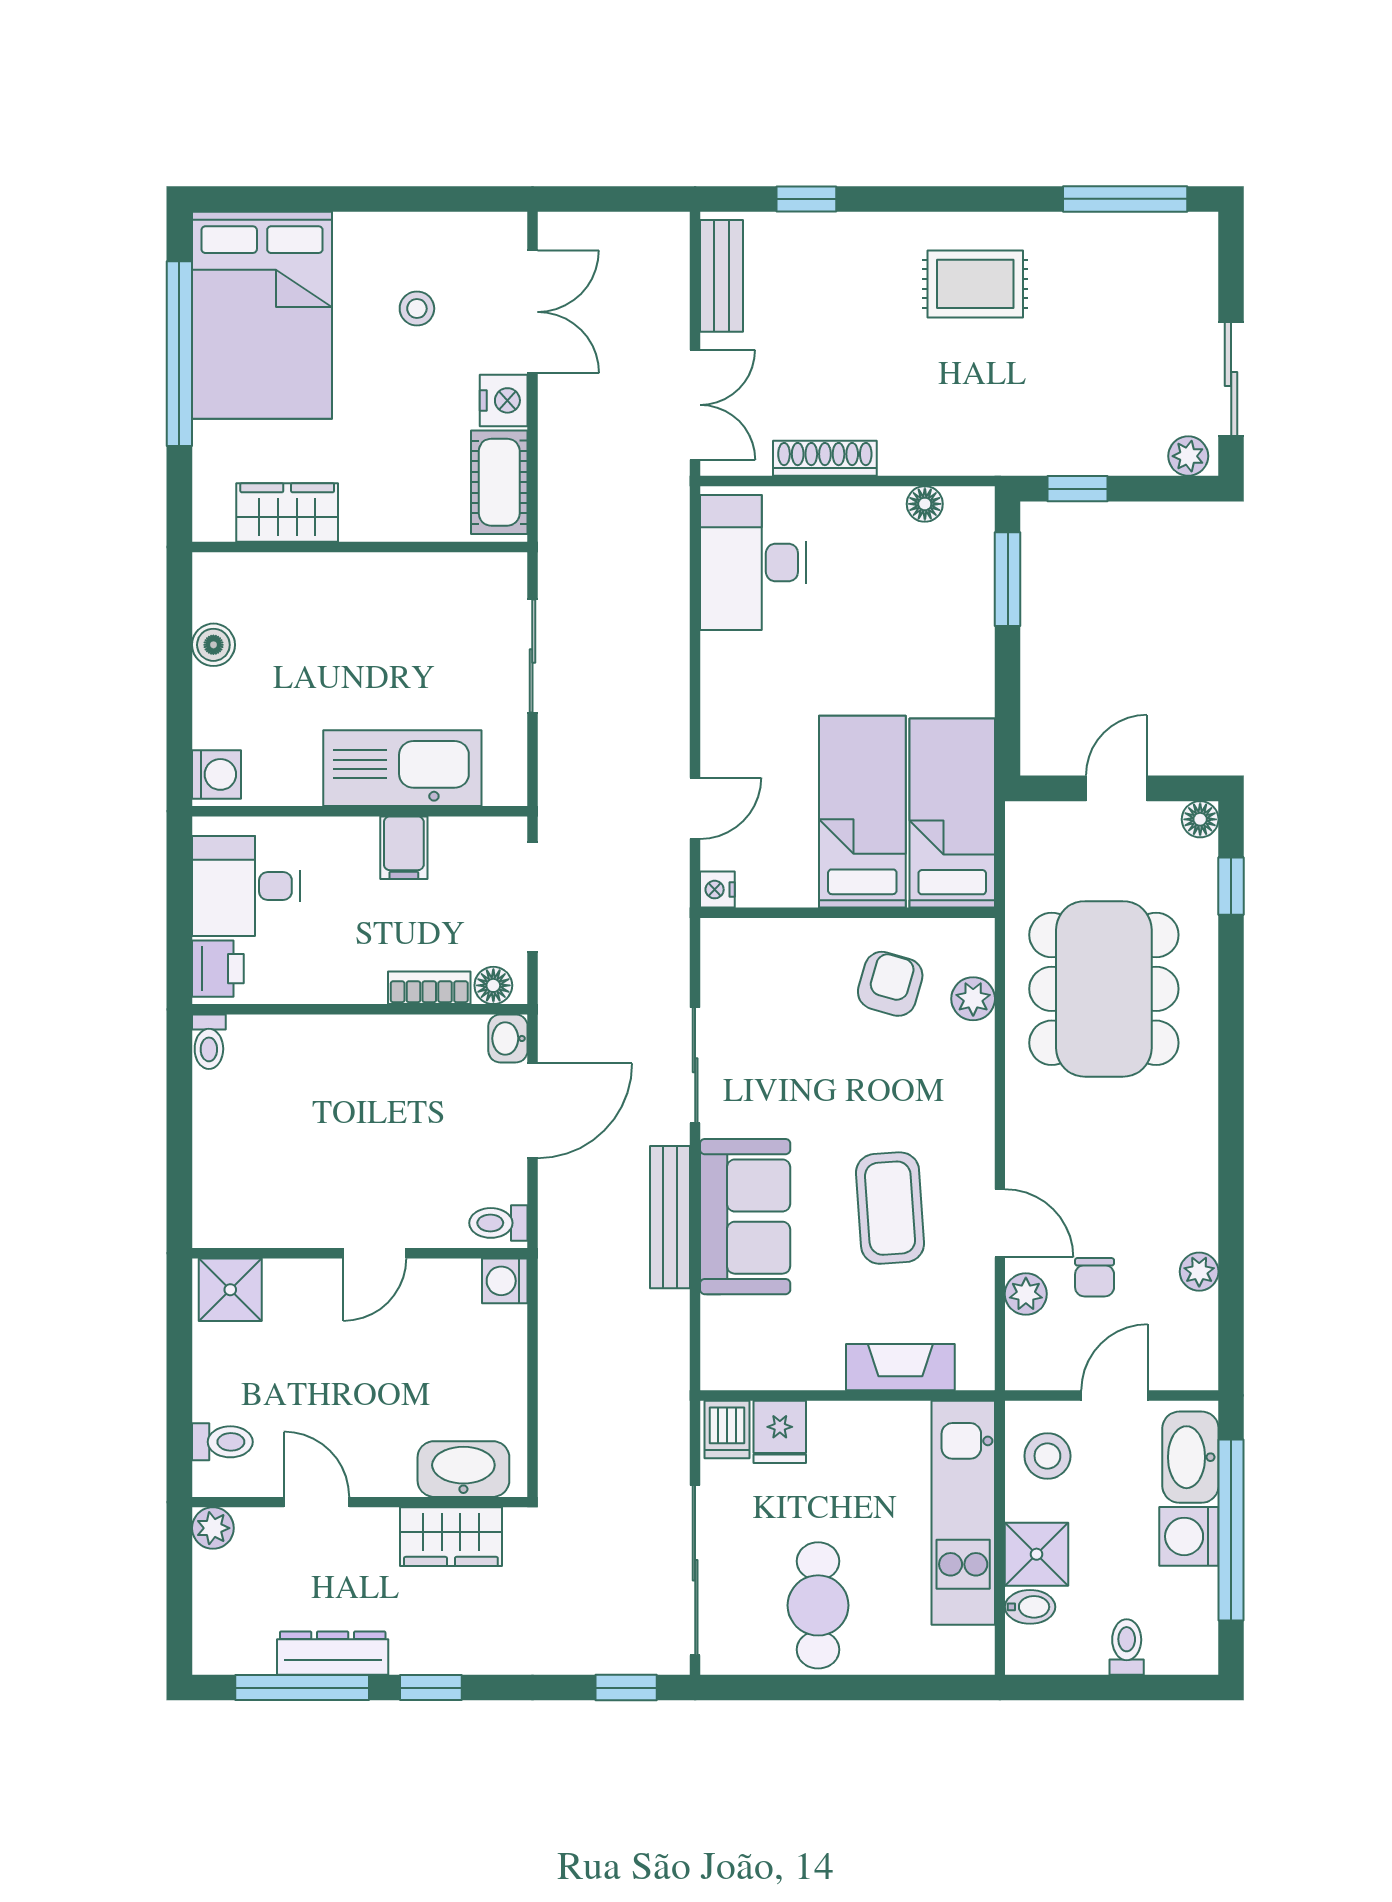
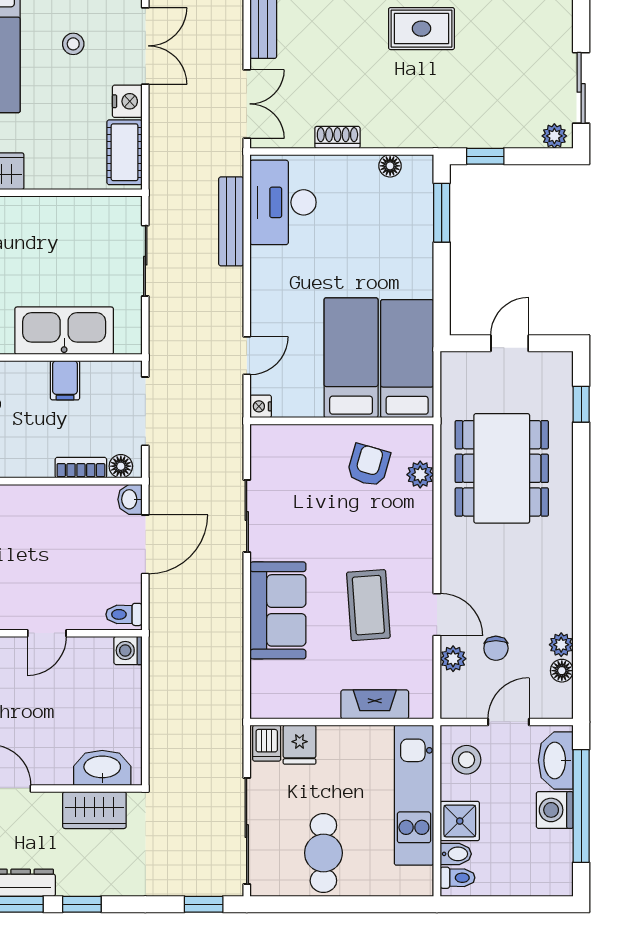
shoe rack: (825, 458) -> (337, 137), width x0.70
floor lamp: (1200, 819) -> (562, 671), moved
bench: (670, 1217) -> (231, 221), moved
toilet: (1127, 1647) -> (457, 878), moved, turned 90

